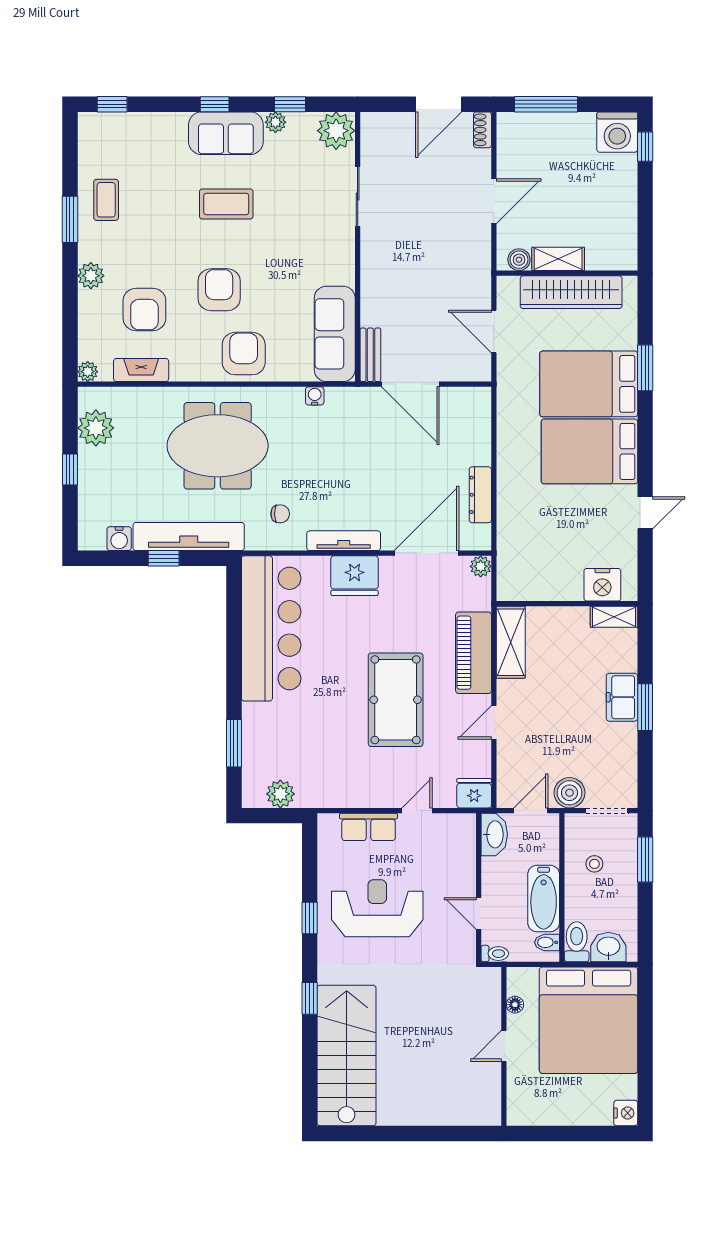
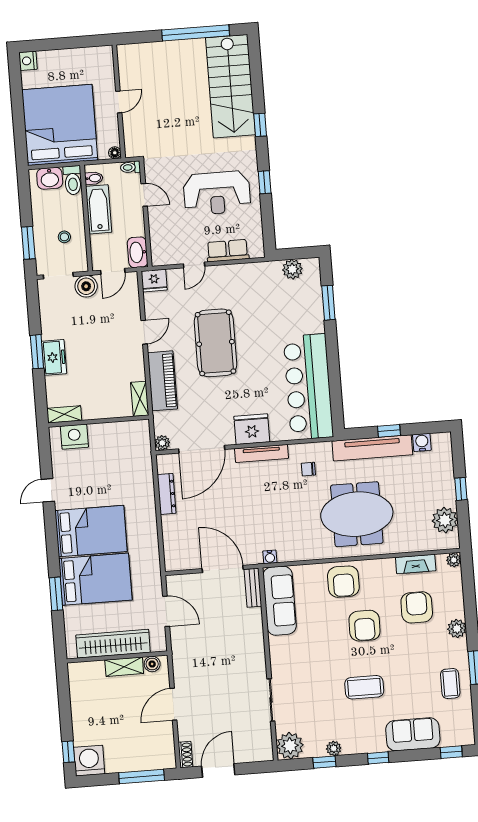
sofa: (226, 133) -> (413, 734), moved
water cooler: (315, 396) -> (270, 557), moved
shelving: (511, 642) -> (140, 399), width x0.67, depth x0.75
floor lamp: (515, 1005) -> (115, 153), moved
window: (389, 1133) -> (196, 33), added

